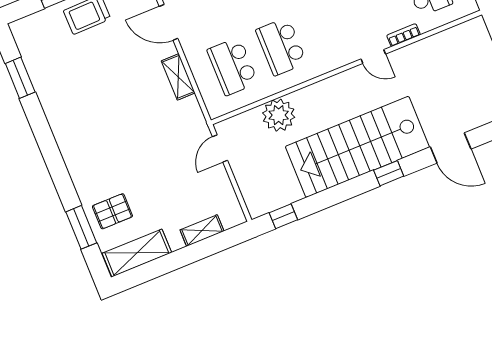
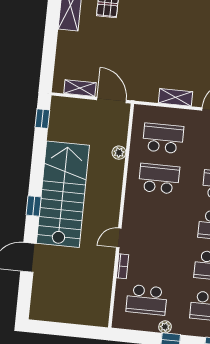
plant: (279, 115) -> (119, 153), width x0.53, depth x0.53
door: (220, 148) -> (112, 100), width x1.38
shelving: (202, 231) -> (80, 88), moved, turned 90

